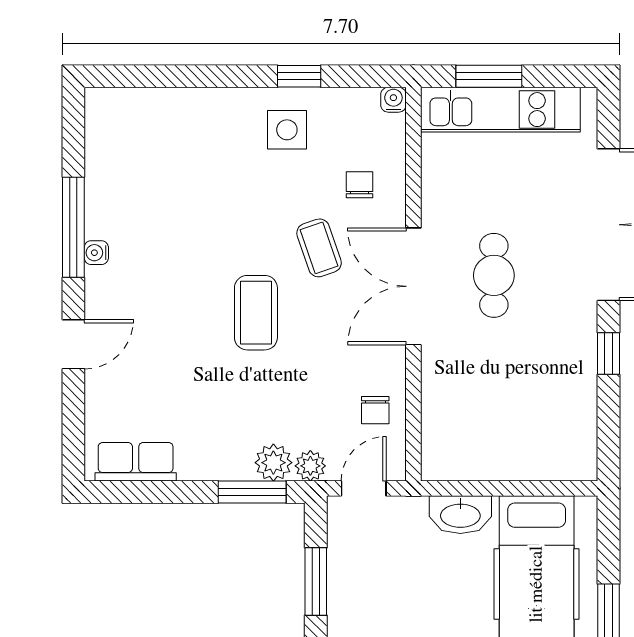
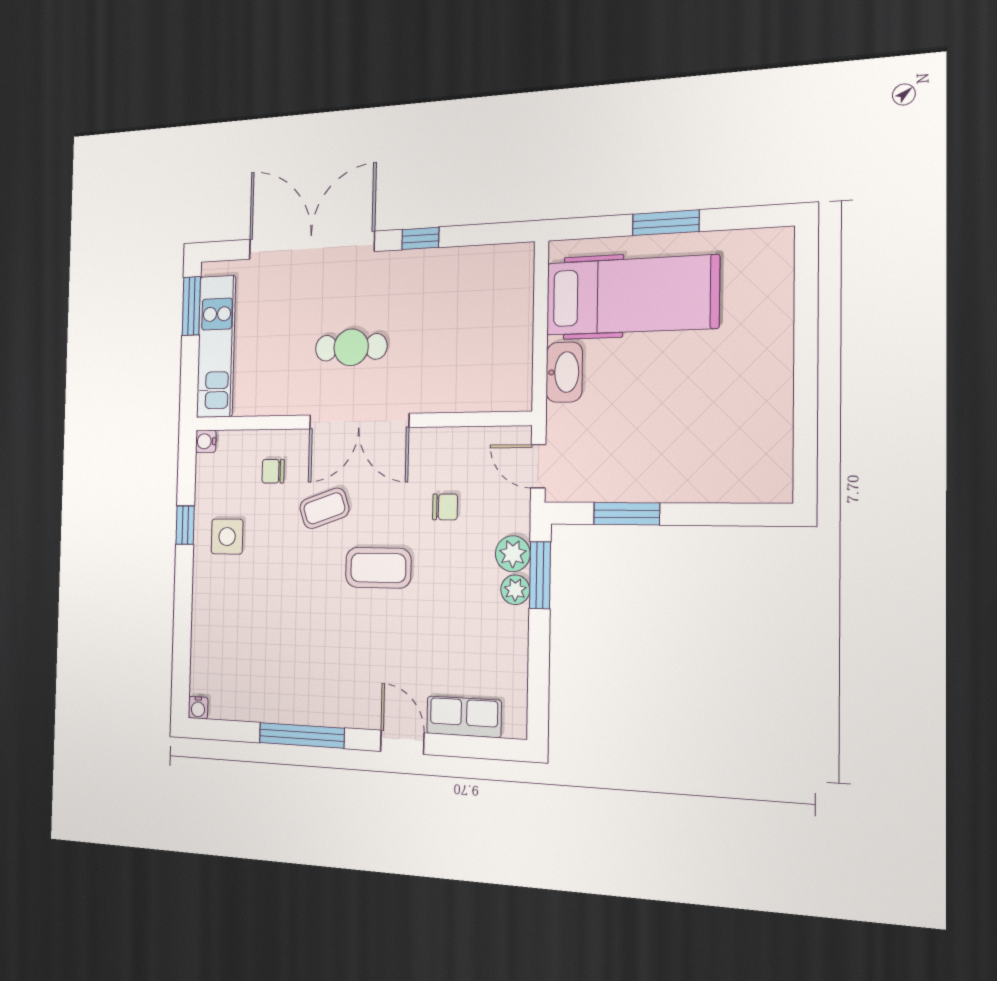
window: (489, 76) -> (191, 306), moved
water cooler: (96, 253) -> (198, 708), moved
chair: (375, 410) -> (445, 507), moved
row of seats: (136, 462) -> (464, 717), moved, turned 90
plant: (310, 466) -> (515, 590), moved

